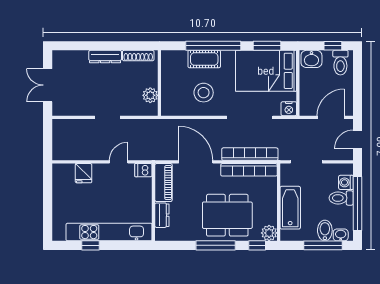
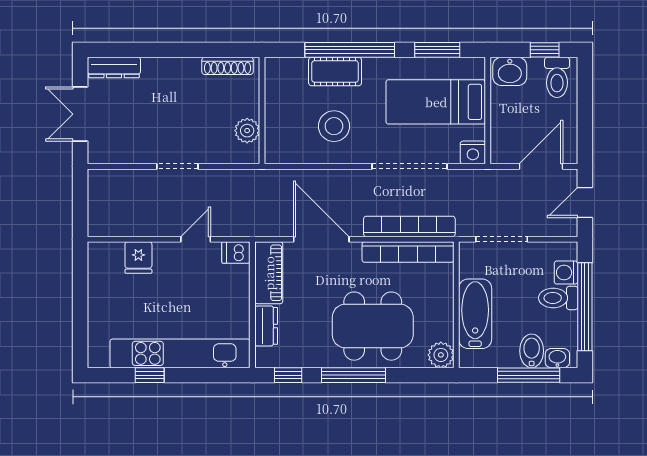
dresser: (105, 57) -> (114, 68), moved
bed: (266, 71) -> (436, 102), width x0.67
window: (257, 245) -> (288, 375), moved

